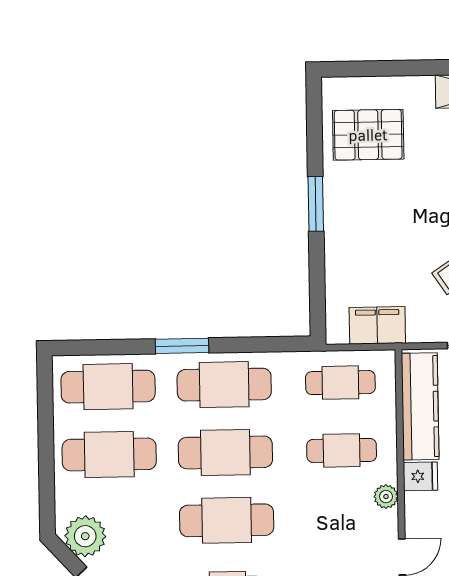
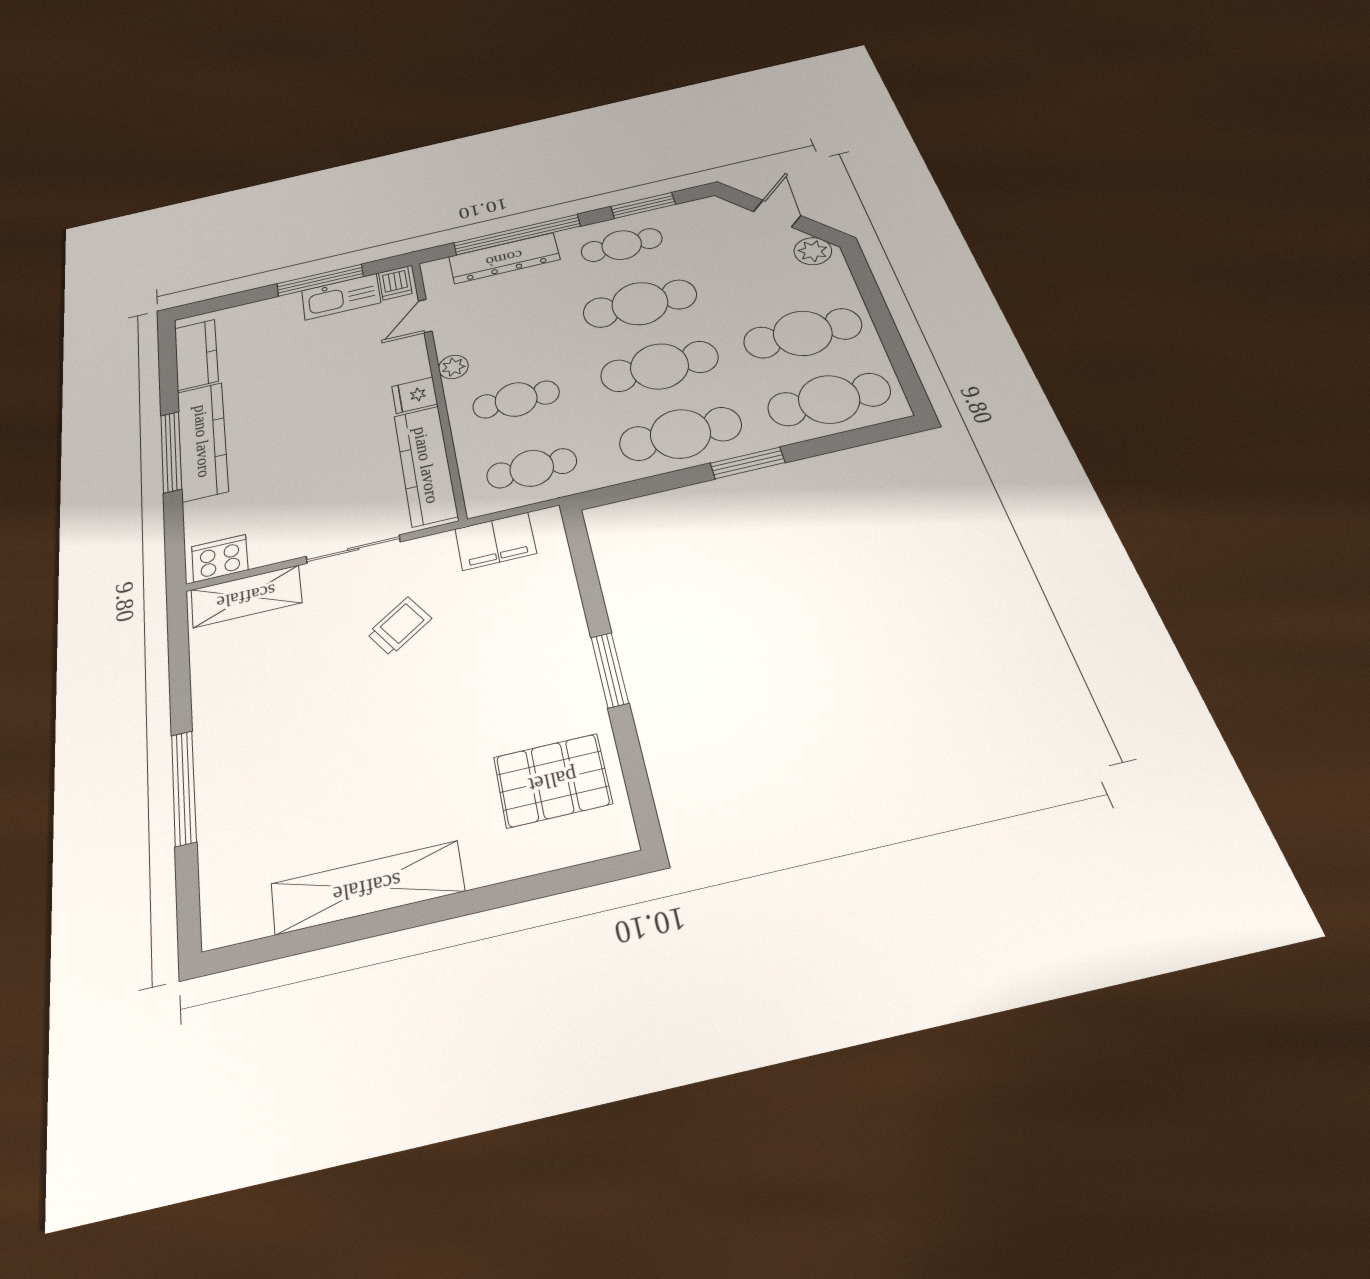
plant: (85, 536) -> (813, 251), width x0.73, depth x0.73

